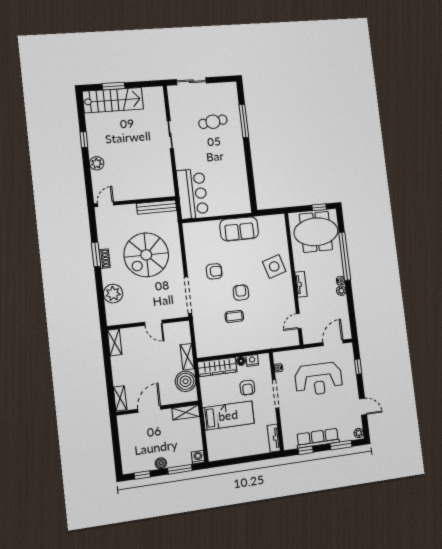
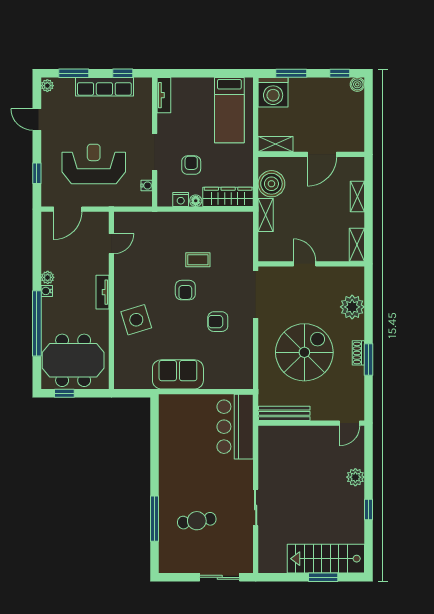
shelving: (120, 398) -> (357, 197), moved
bed: (228, 415) -> (229, 110), moved, turned -90
washing machine: (198, 457) -> (273, 92), width x1.89, depth x1.89
boiler: (161, 463) -> (357, 84), moved

